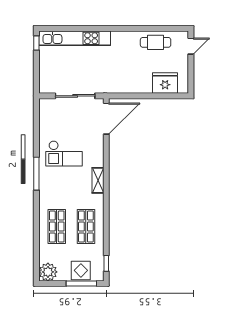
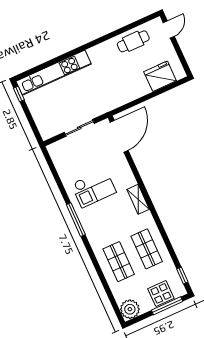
sliding door: (75, 96) -> (79, 128), width x0.73

